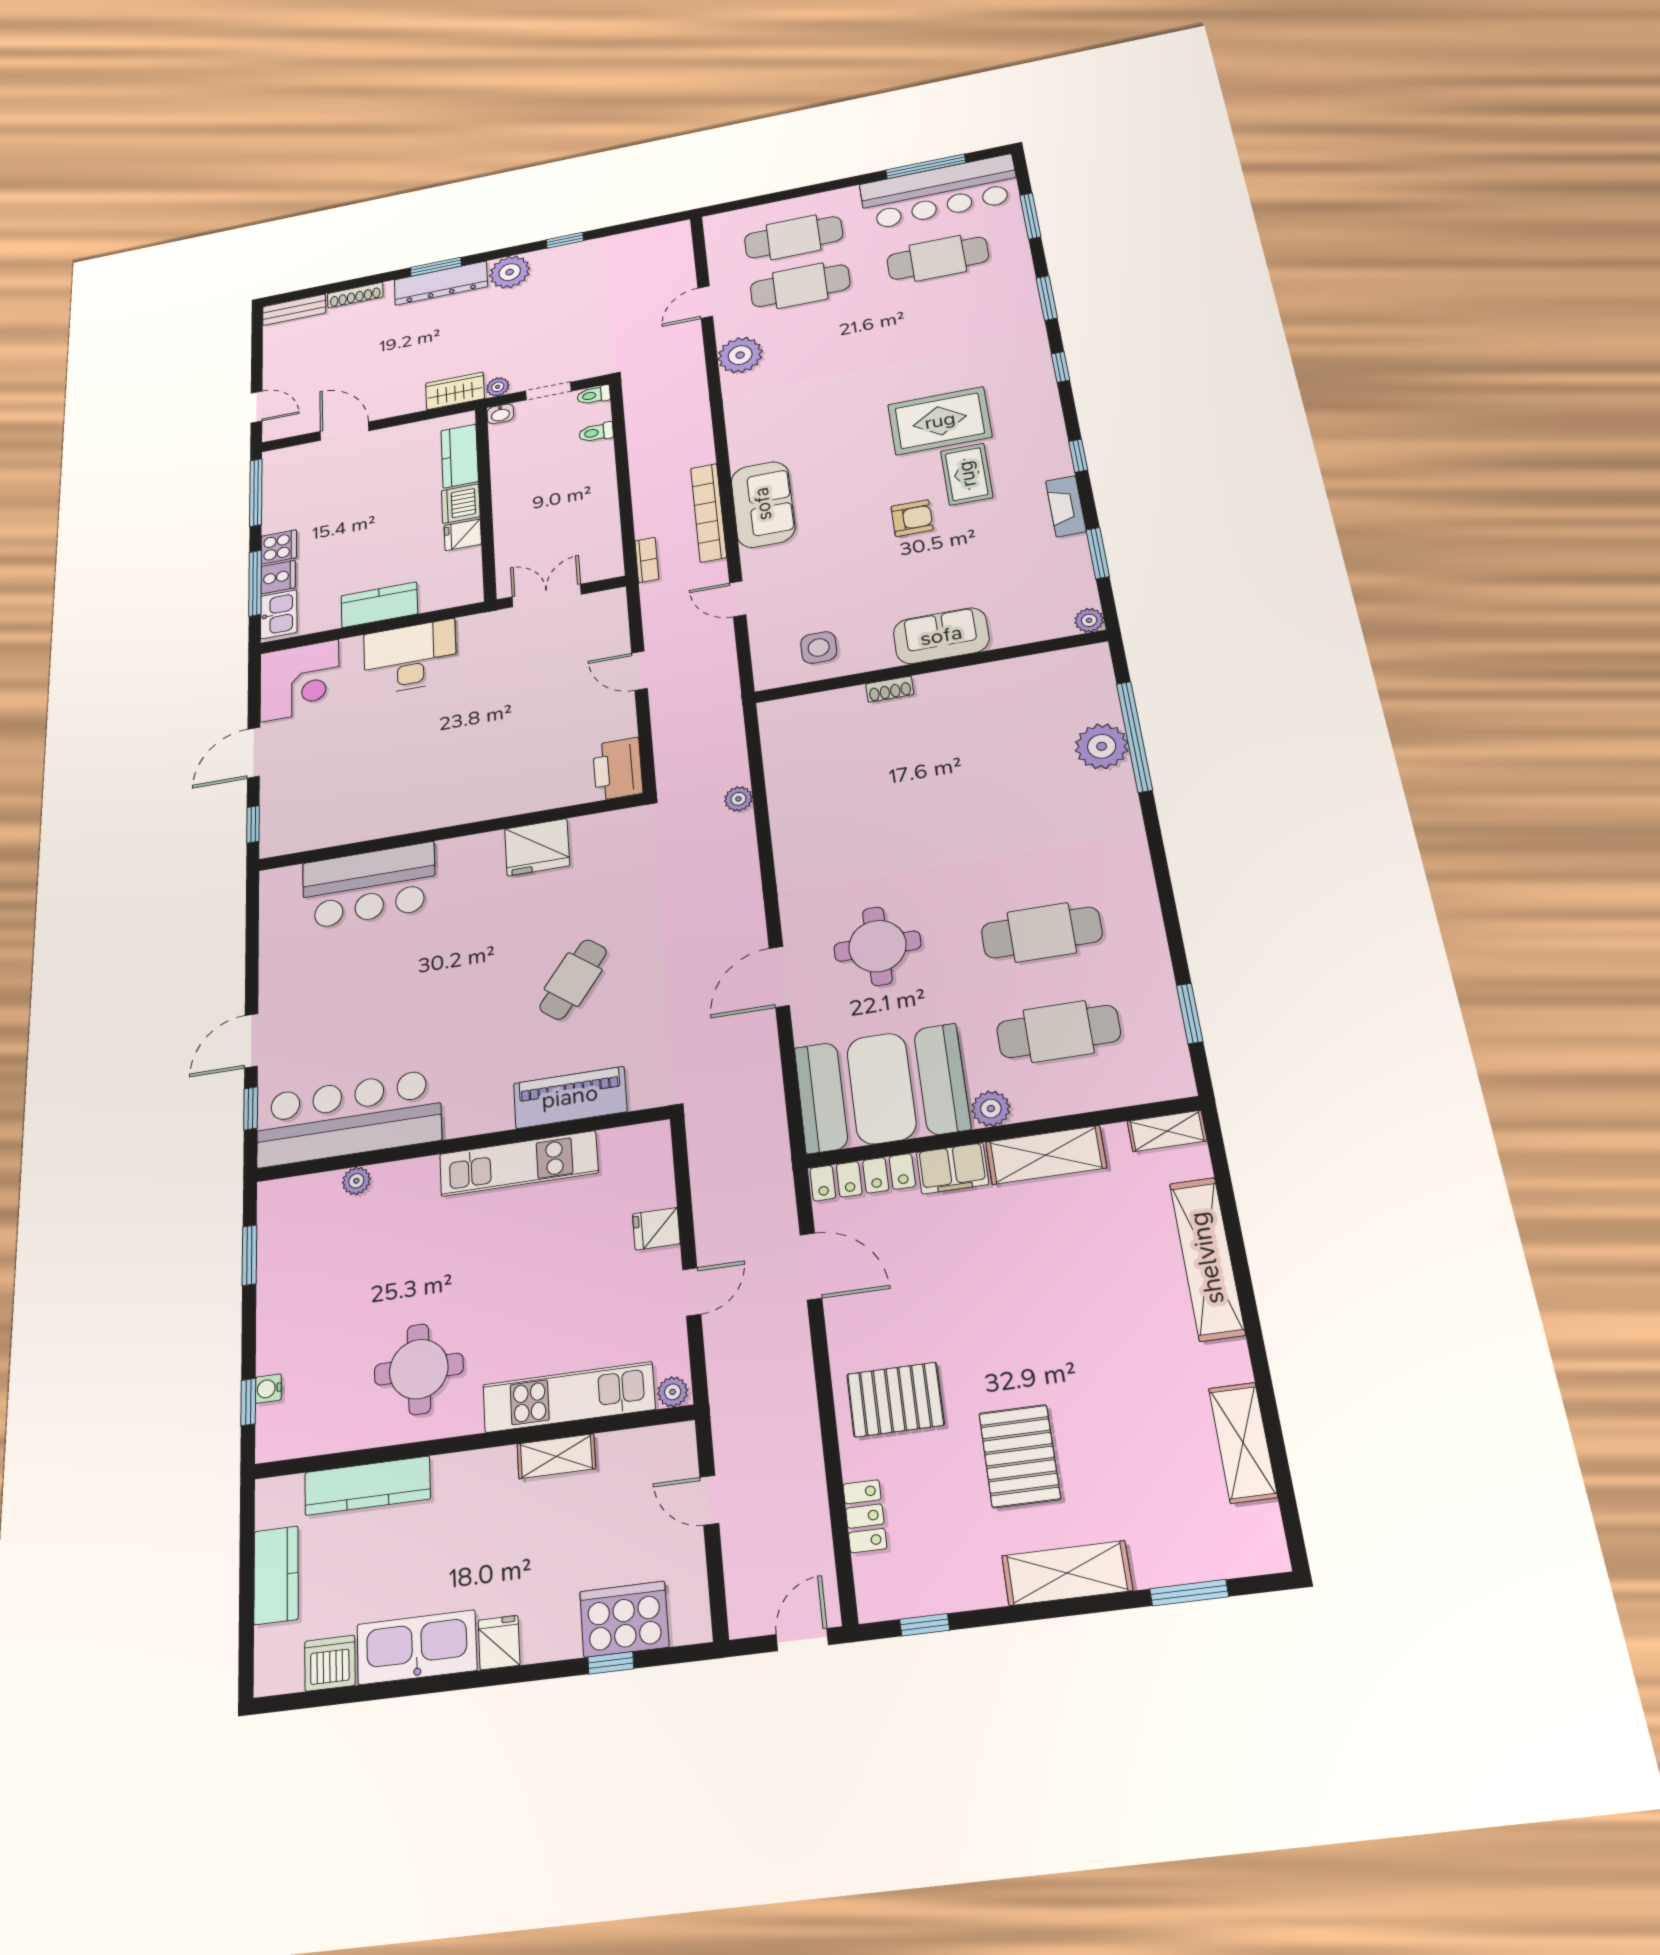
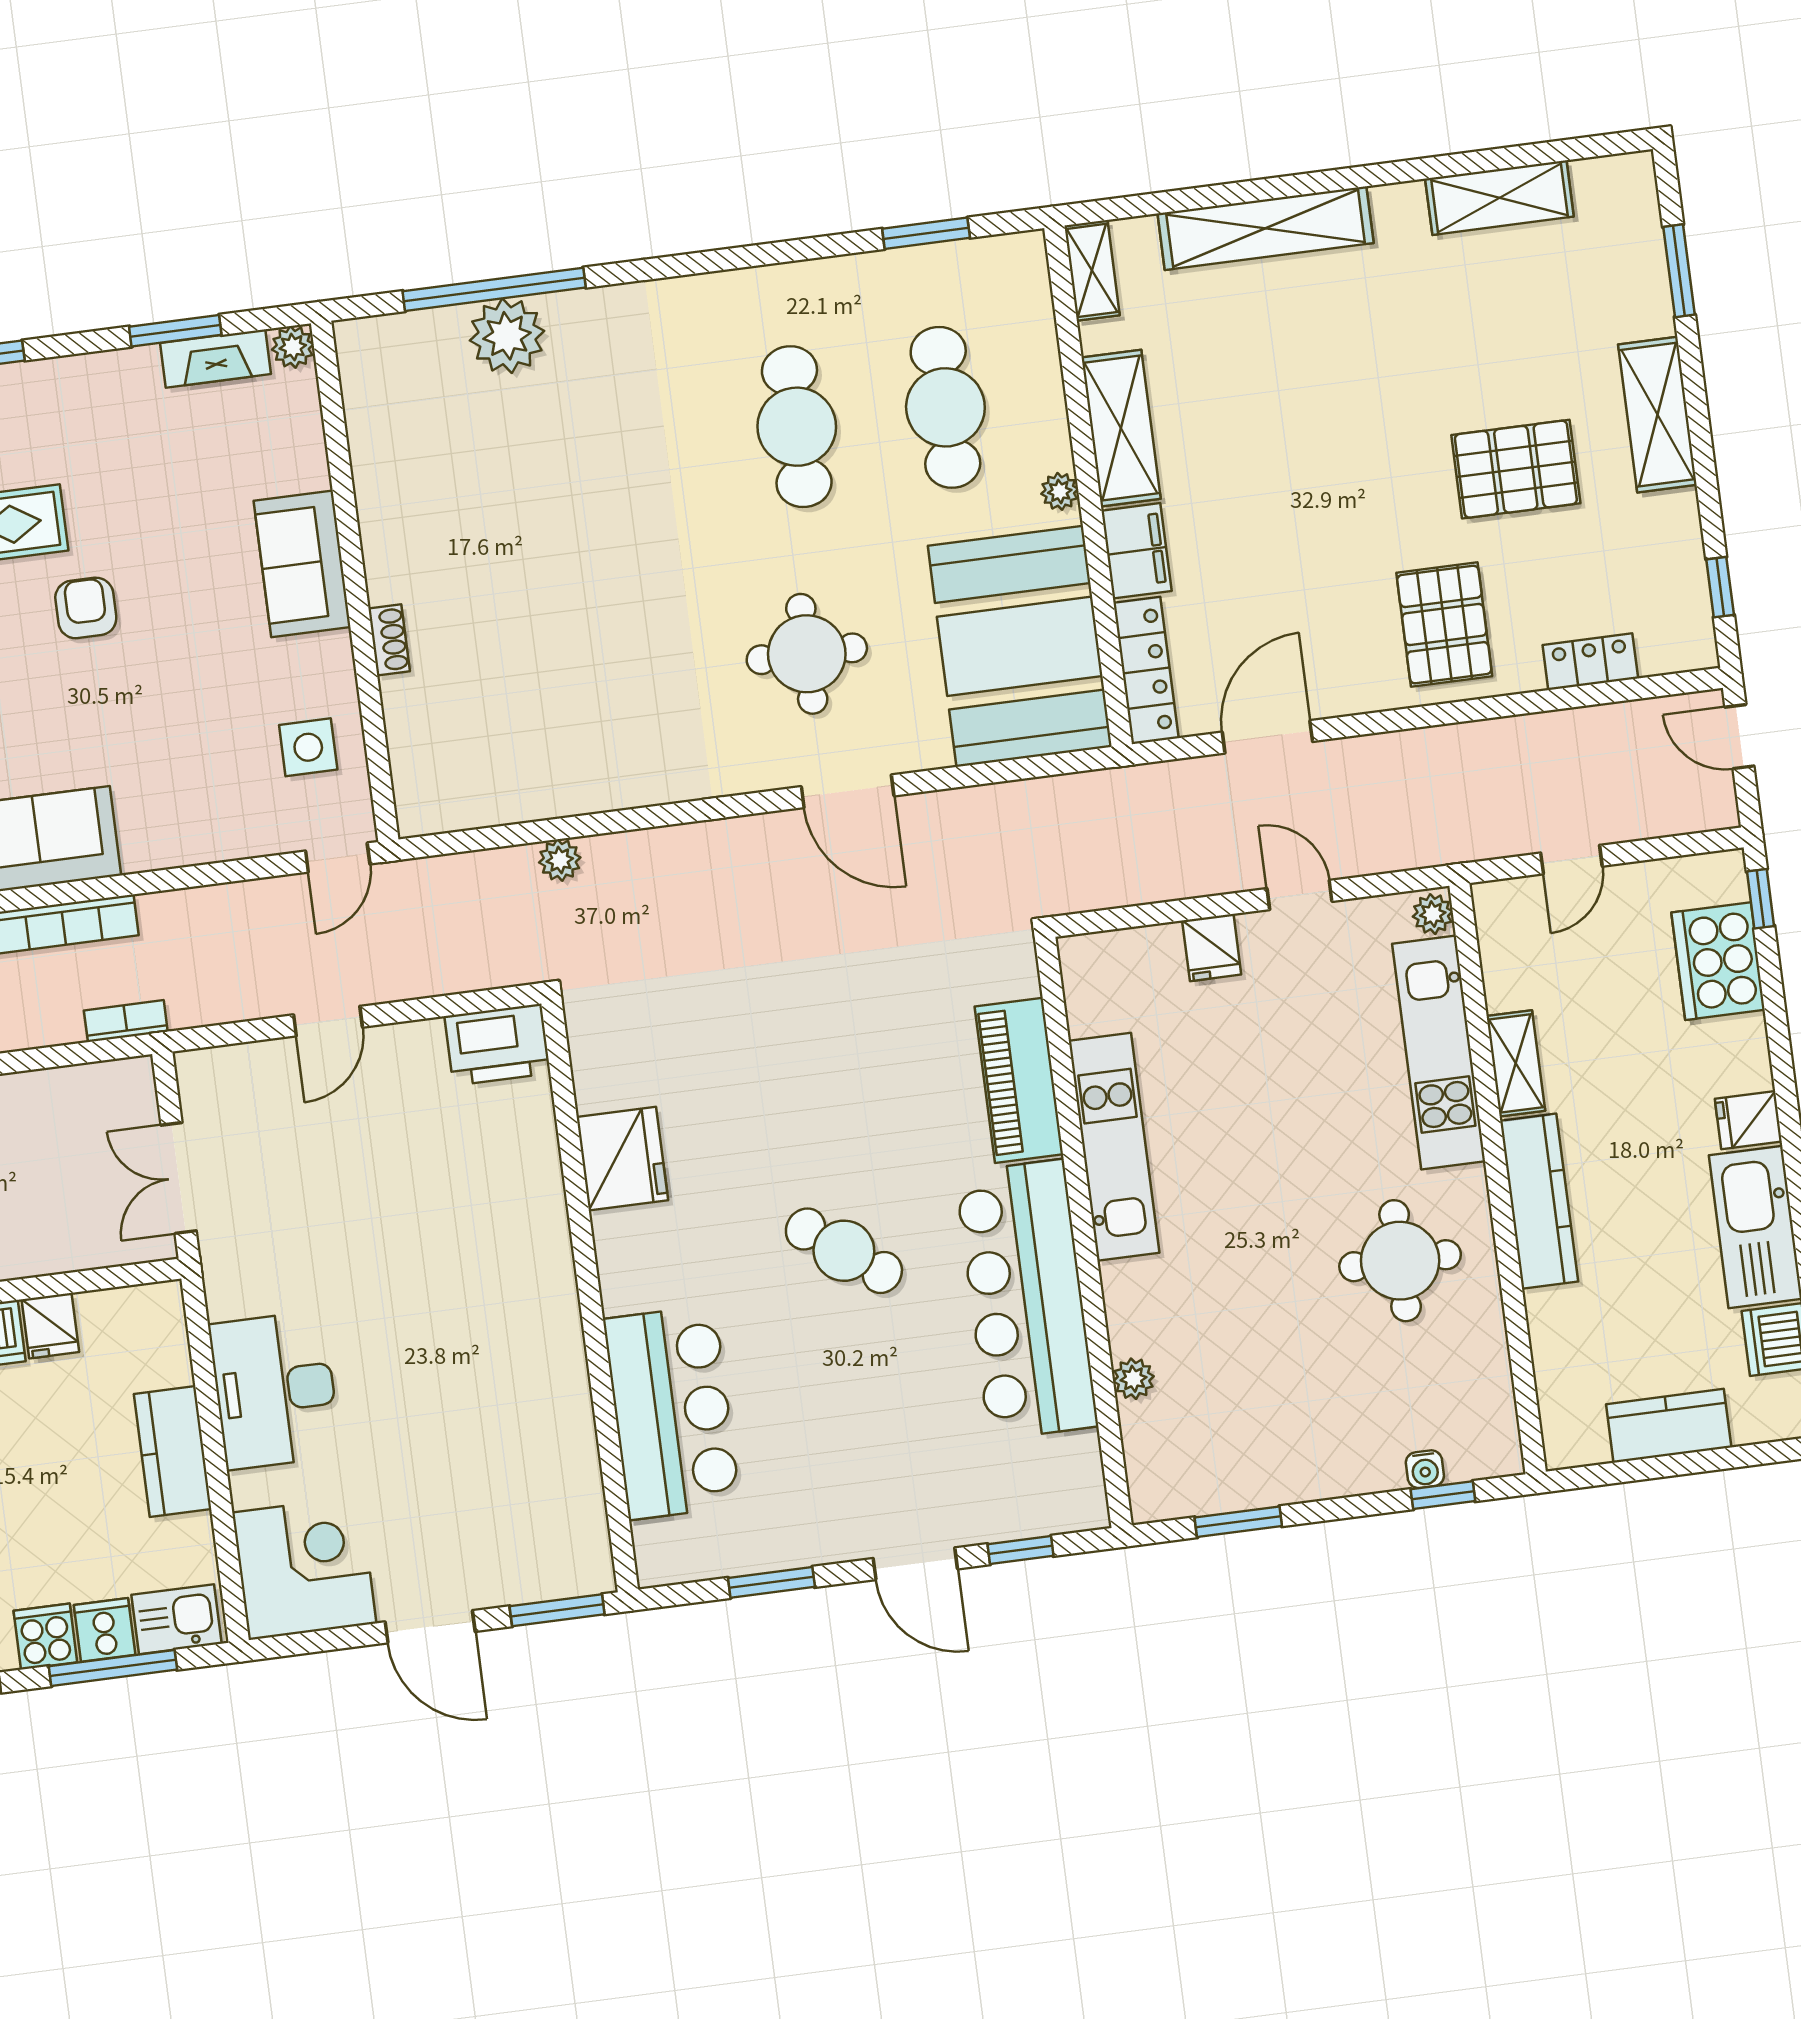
fireplace: (1066, 506) -> (216, 359), moved
door: (738, 599) -> (338, 858), moved
window: (253, 824) -> (557, 1610), width x1.50
window: (252, 951) -> (771, 1582), added
cafe table: (573, 979) -> (844, 1251), moved
plant: (991, 1109) -> (1060, 491), width x0.73, depth x0.73
bar counter: (349, 1118) -> (1027, 1300), moved
kitchen counter: (367, 1486) -> (1539, 1201), moved
window: (611, 1663) -> (1761, 899), moved

